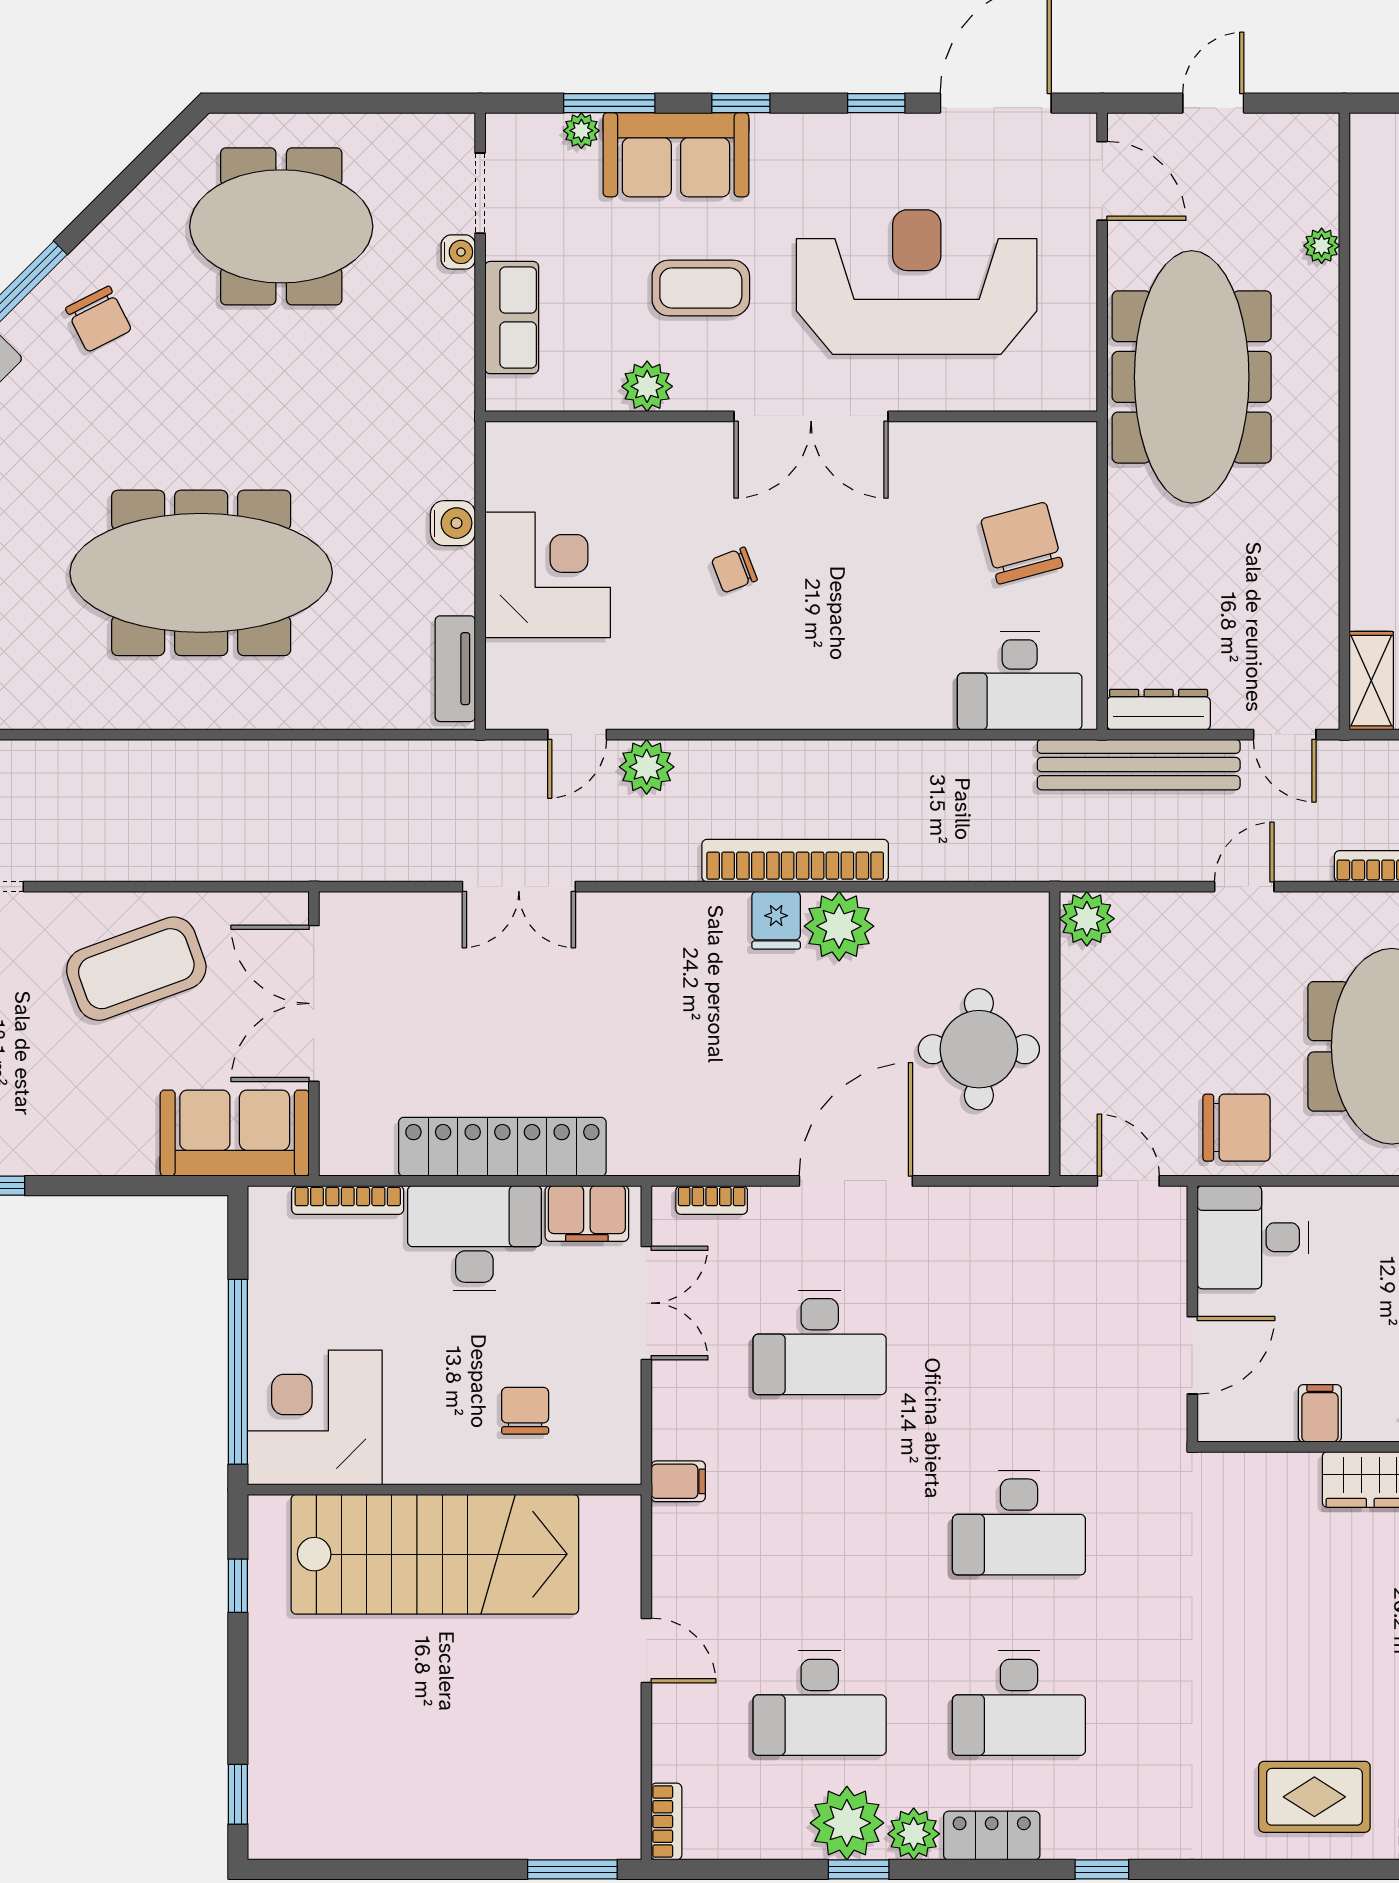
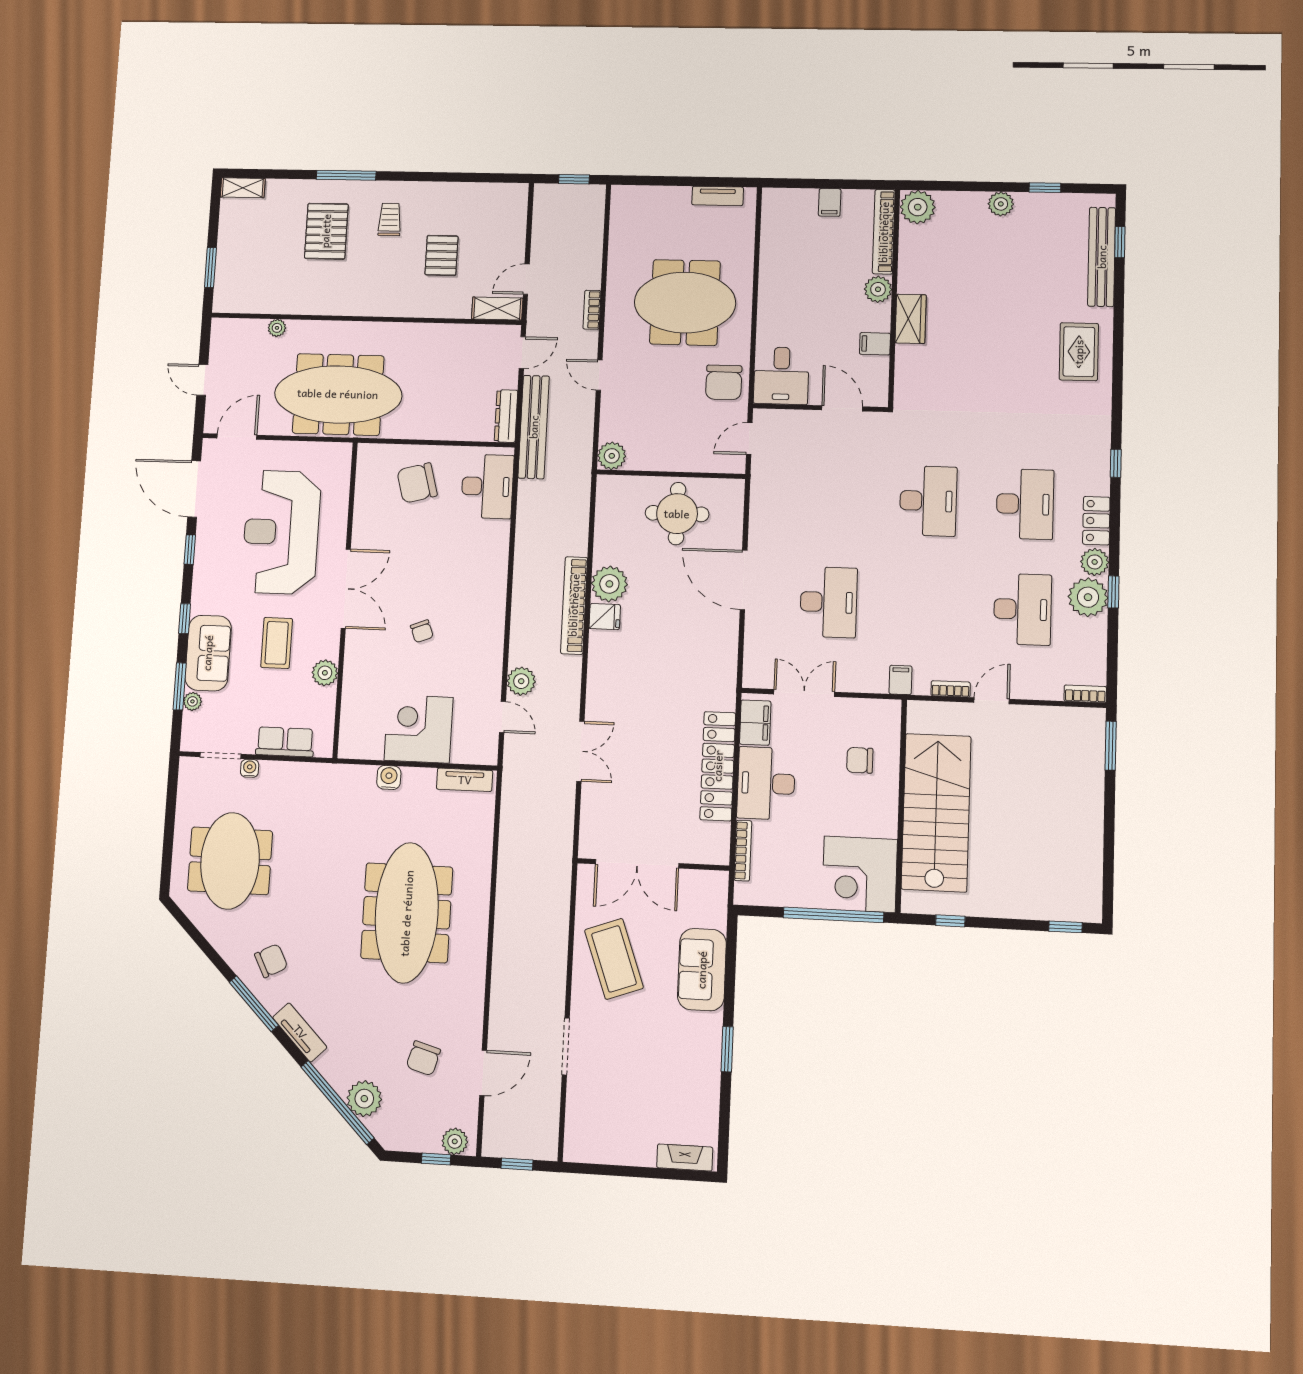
chair: (1236, 1128) -> (724, 382), turned 180
sofa: (235, 1133) -> (702, 970), moved
bookcase: (712, 1200) -> (951, 689), moved, turned -90

